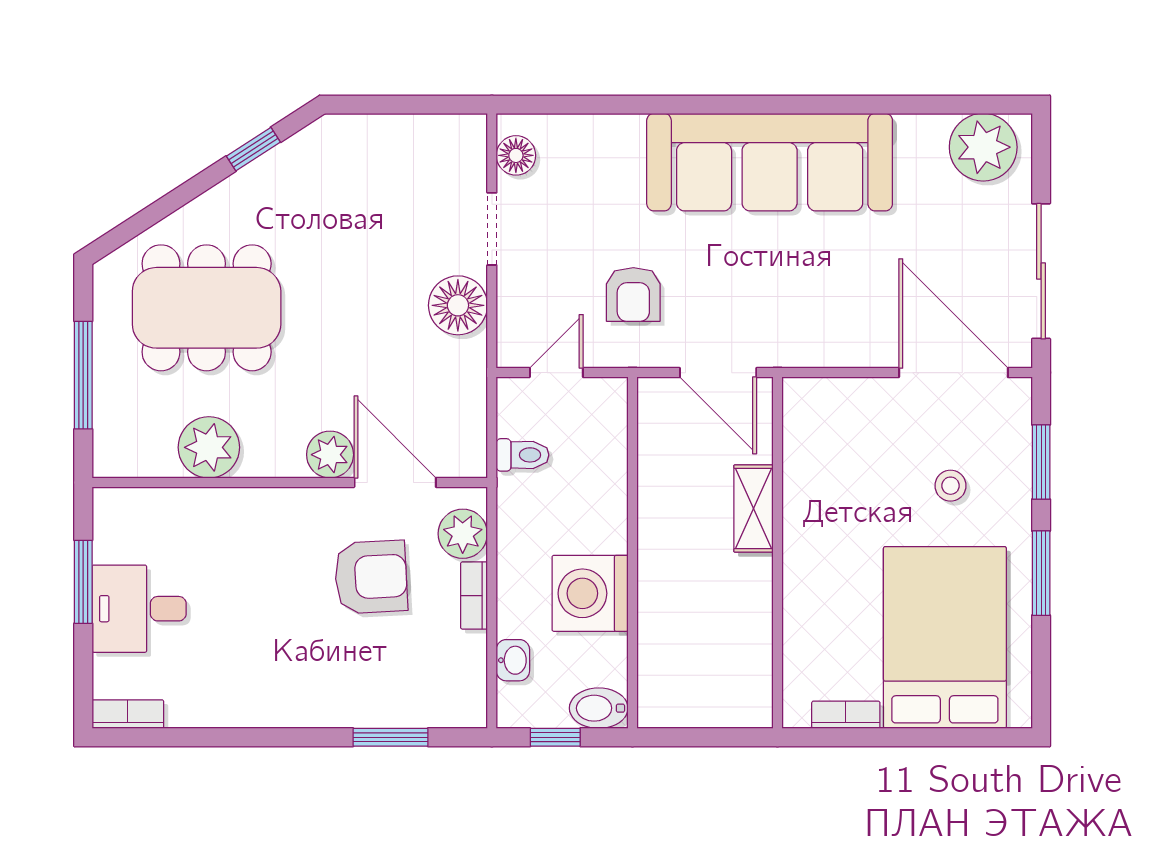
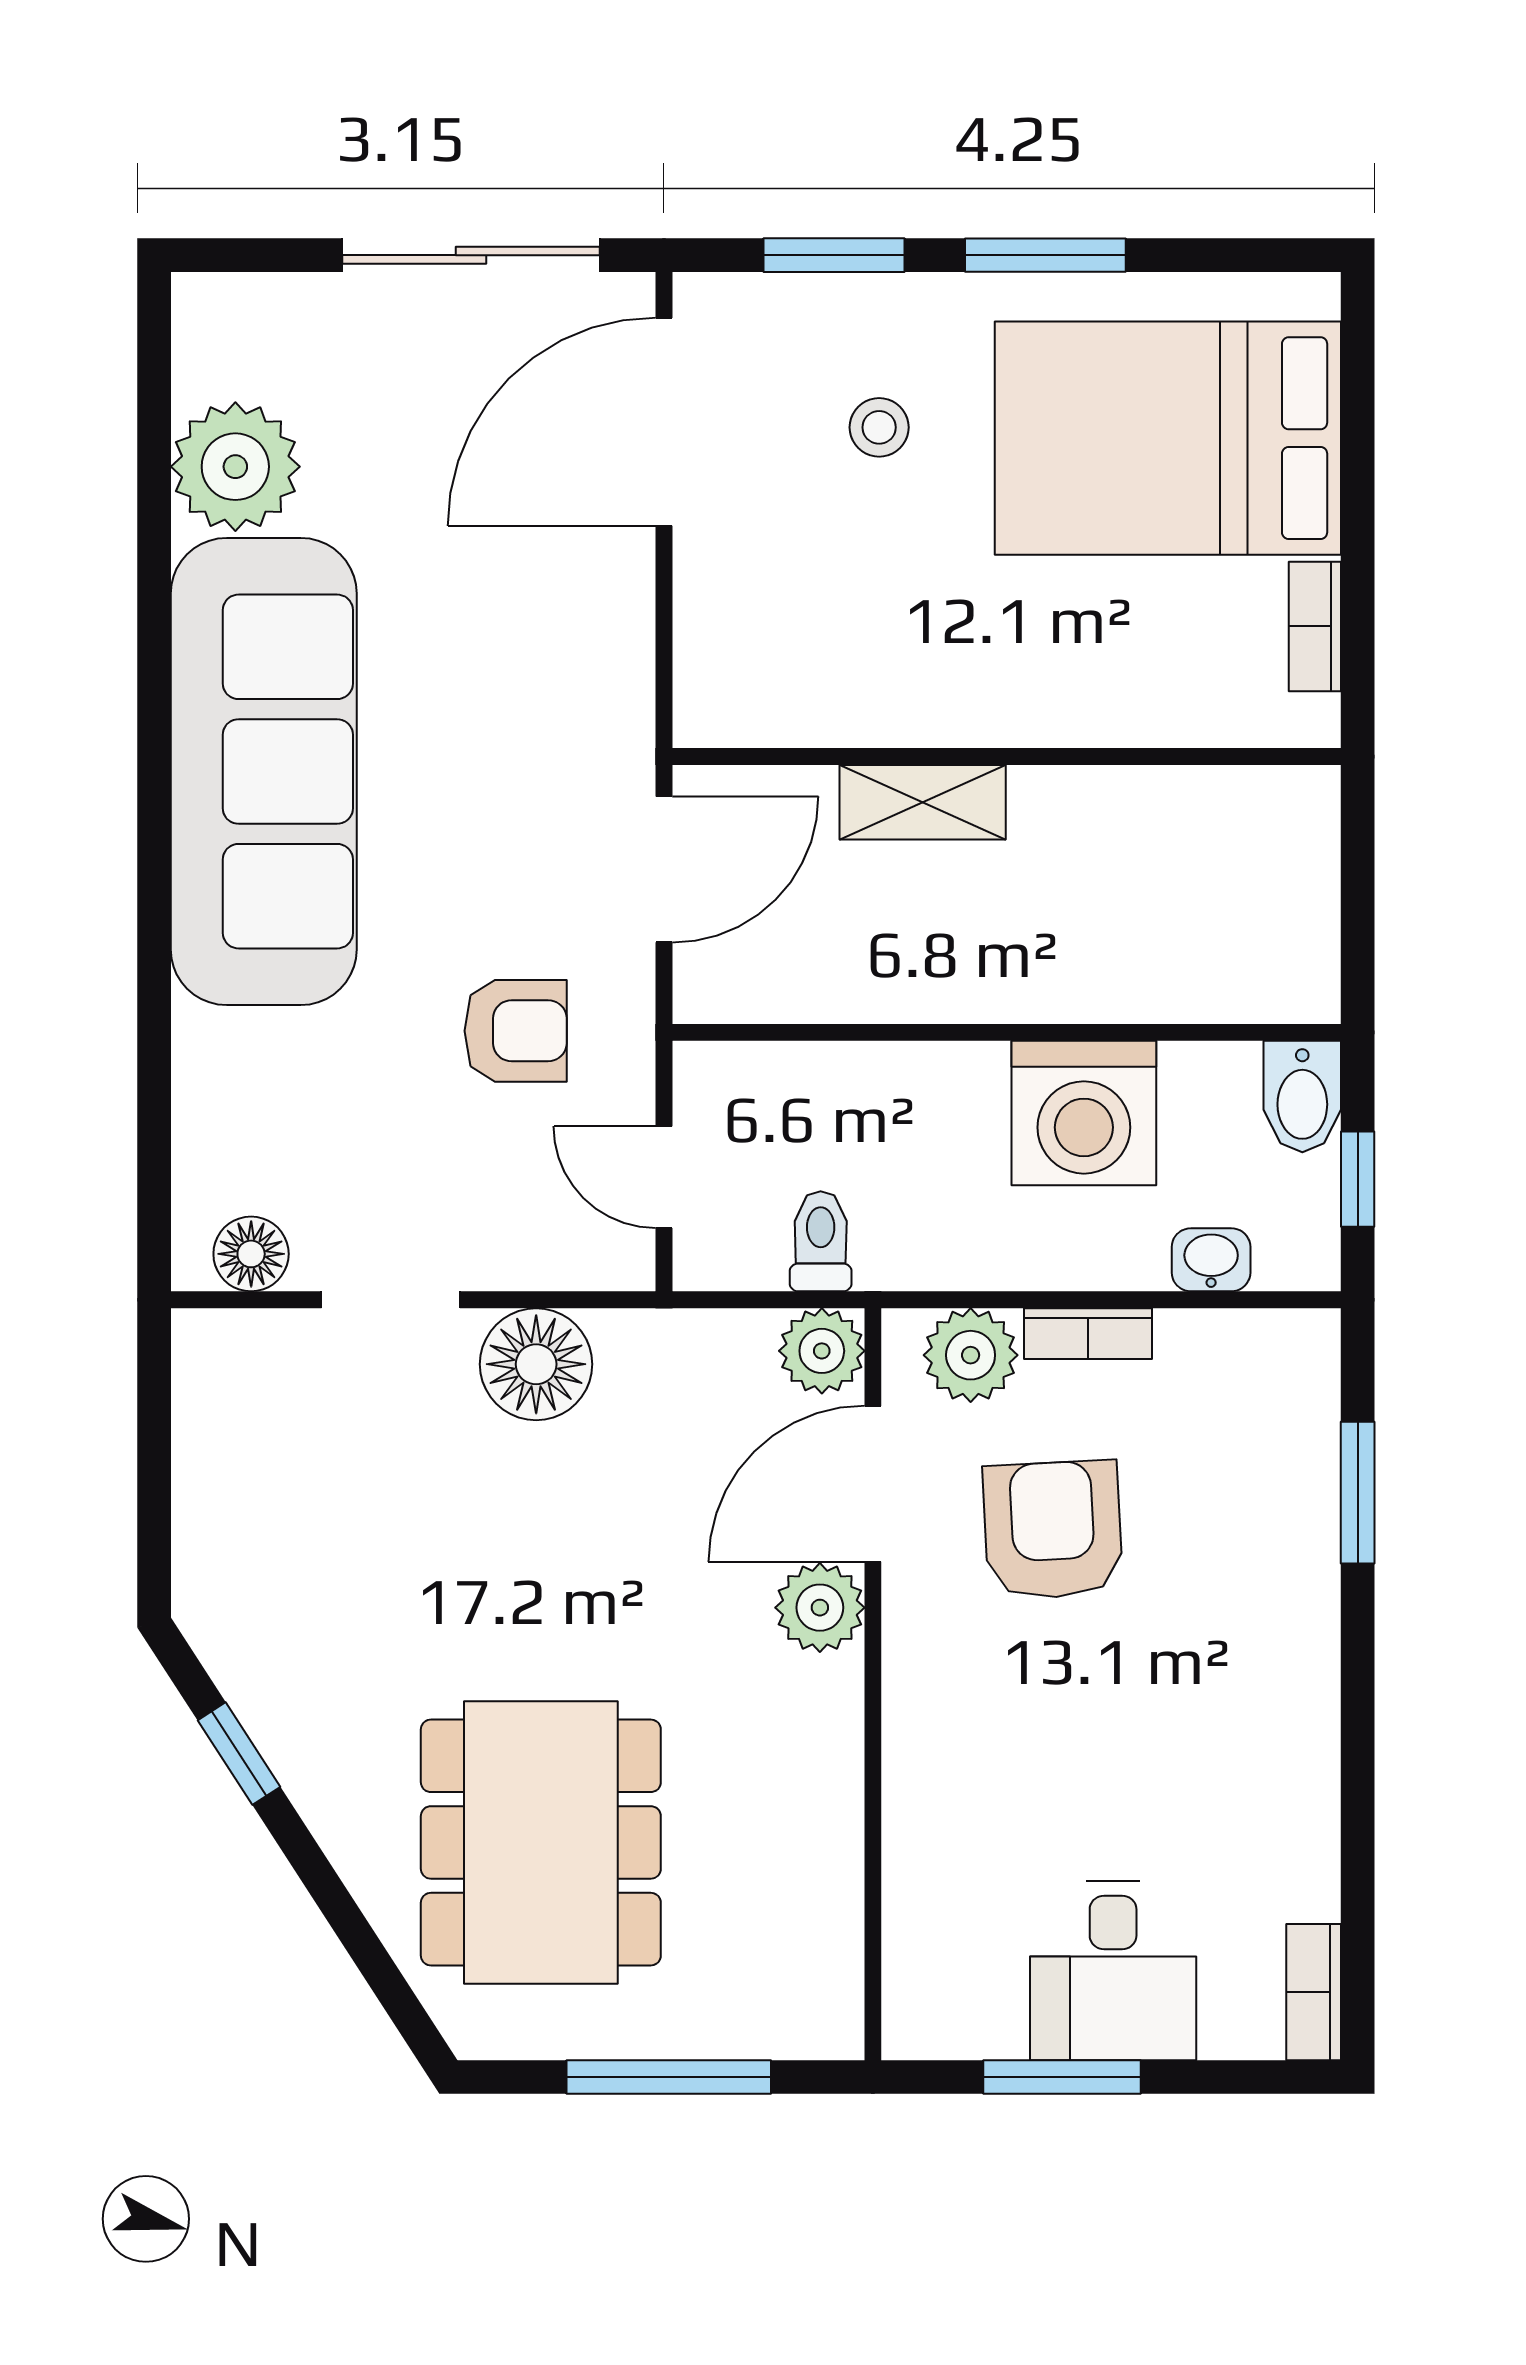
plant: (983, 147) -> (235, 467), moved
plant: (209, 447) -> (822, 1351), moved, width x0.73, depth x0.73

